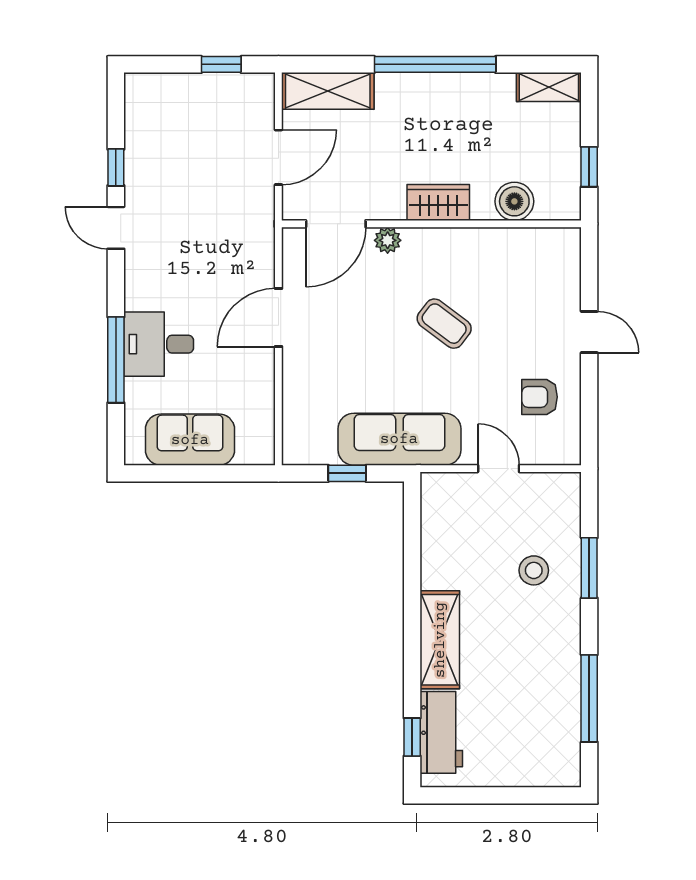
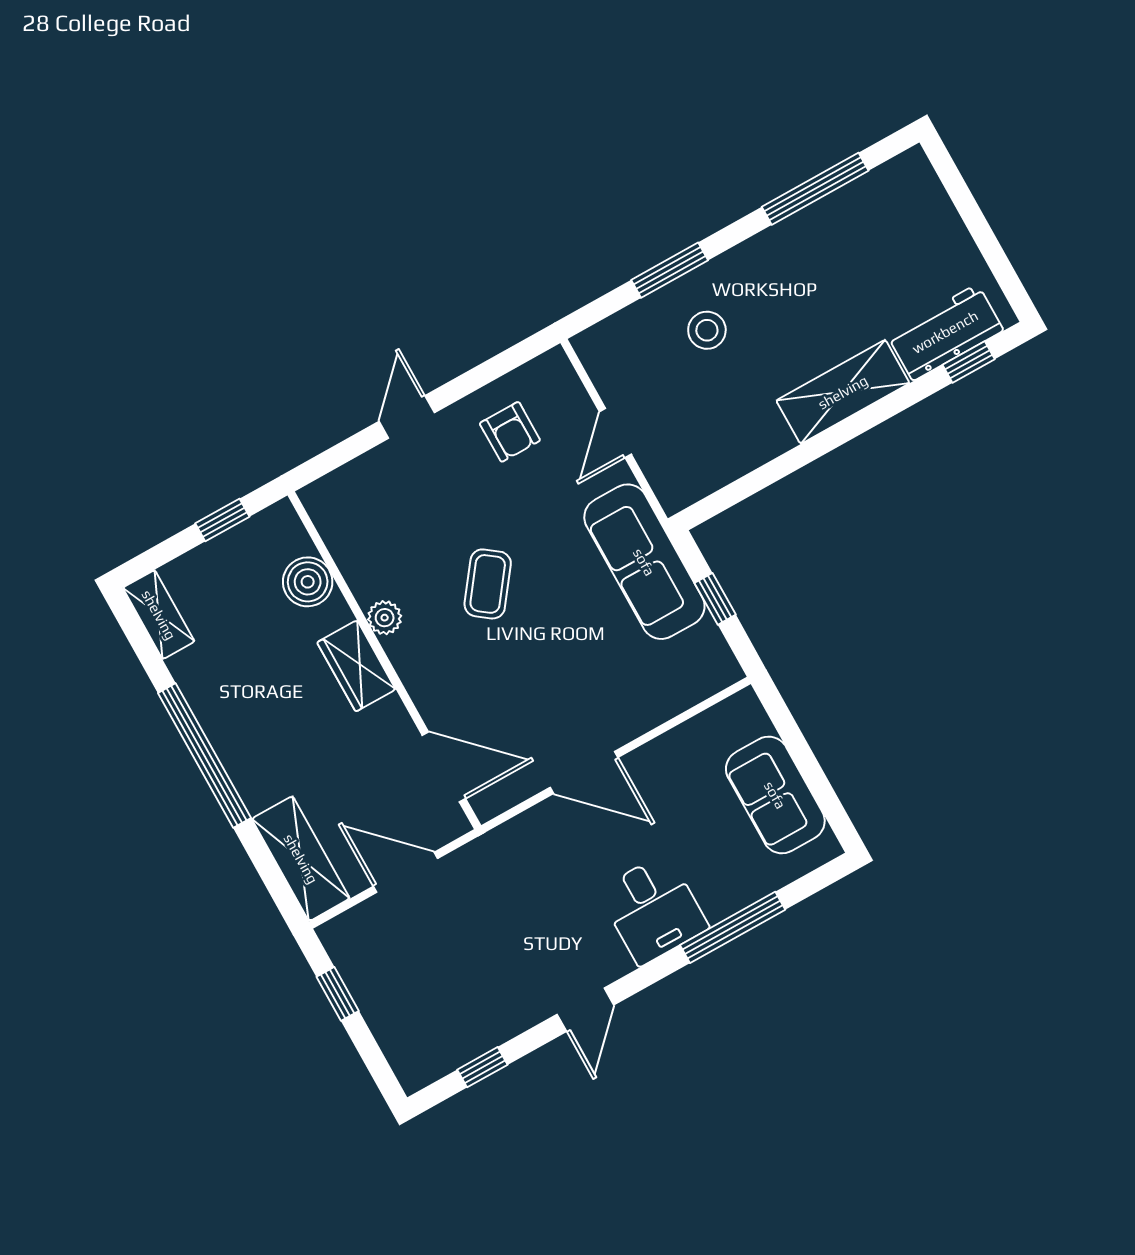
window: (116, 167) -> (482, 1067), moved
plant: (388, 240) -> (385, 618), moved
desk: (159, 344) -> (653, 909), moved

